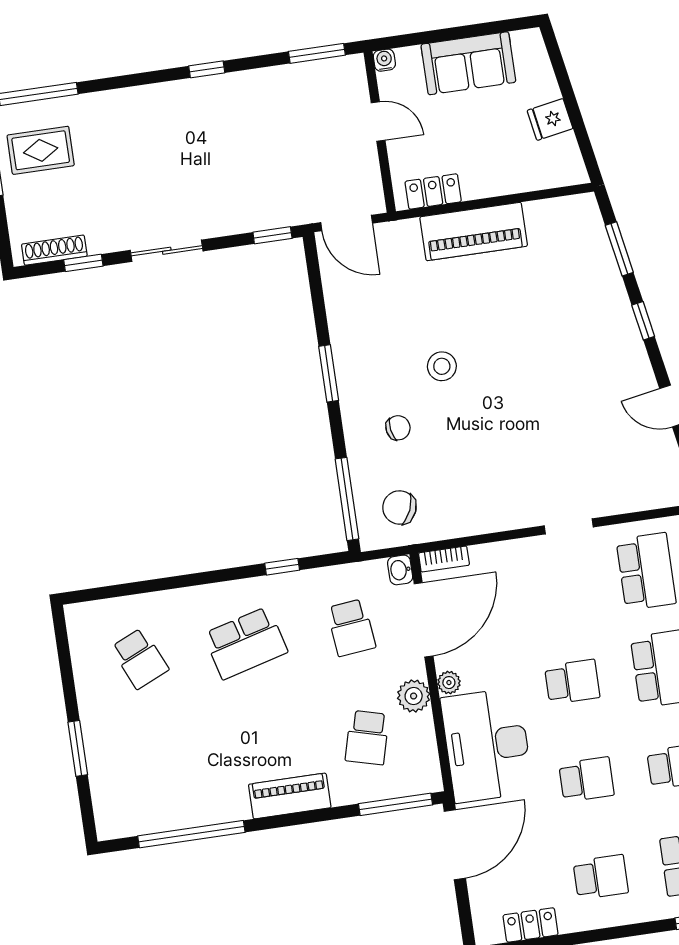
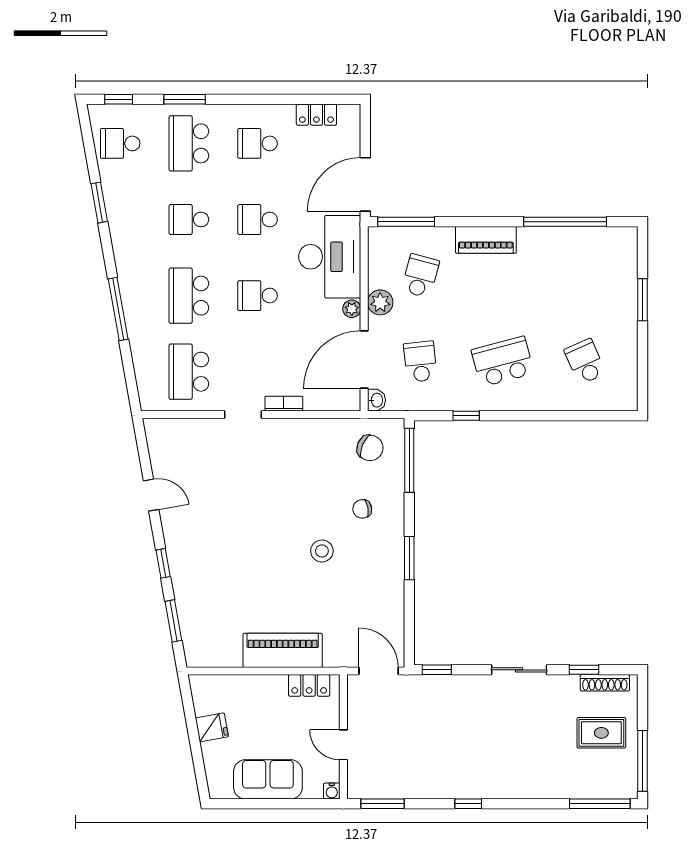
rug: (41, 150) -> (601, 733), moved
bookcase: (444, 559) -> (284, 404), moved

